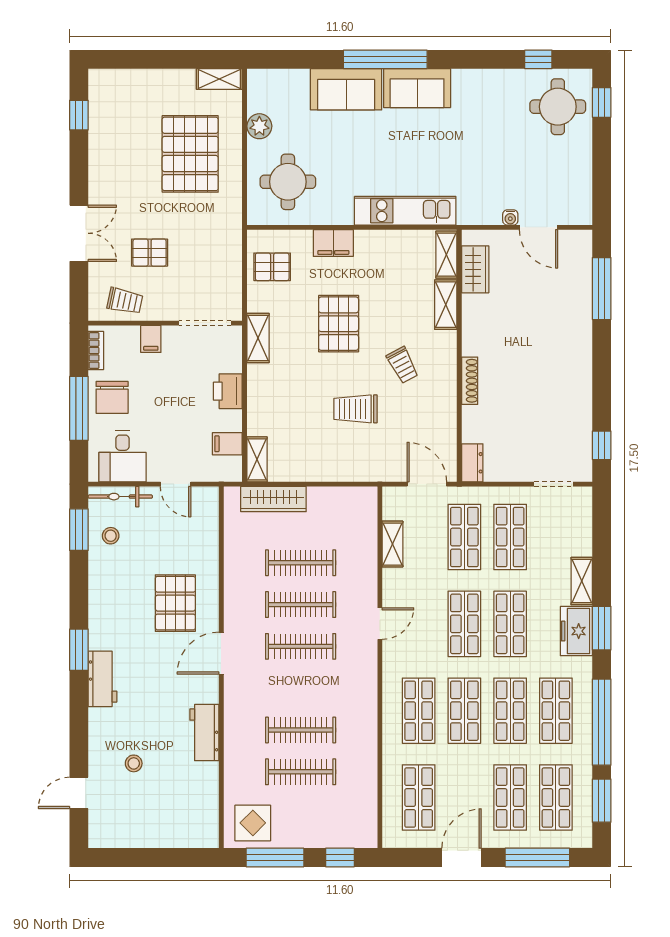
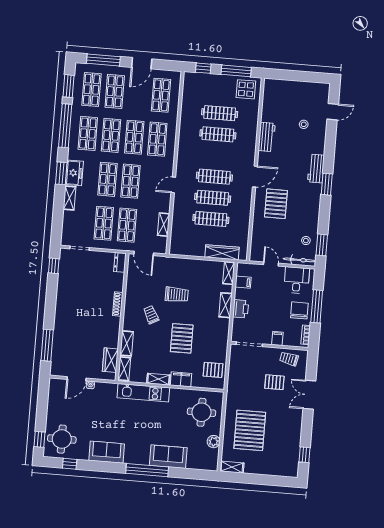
sofa: (417, 88) -> (107, 452), moved
door: (539, 227) -> (77, 379), swing flipped
shelving: (378, 240) -> (158, 379), added
shelving: (258, 338) -> (226, 305), moved

